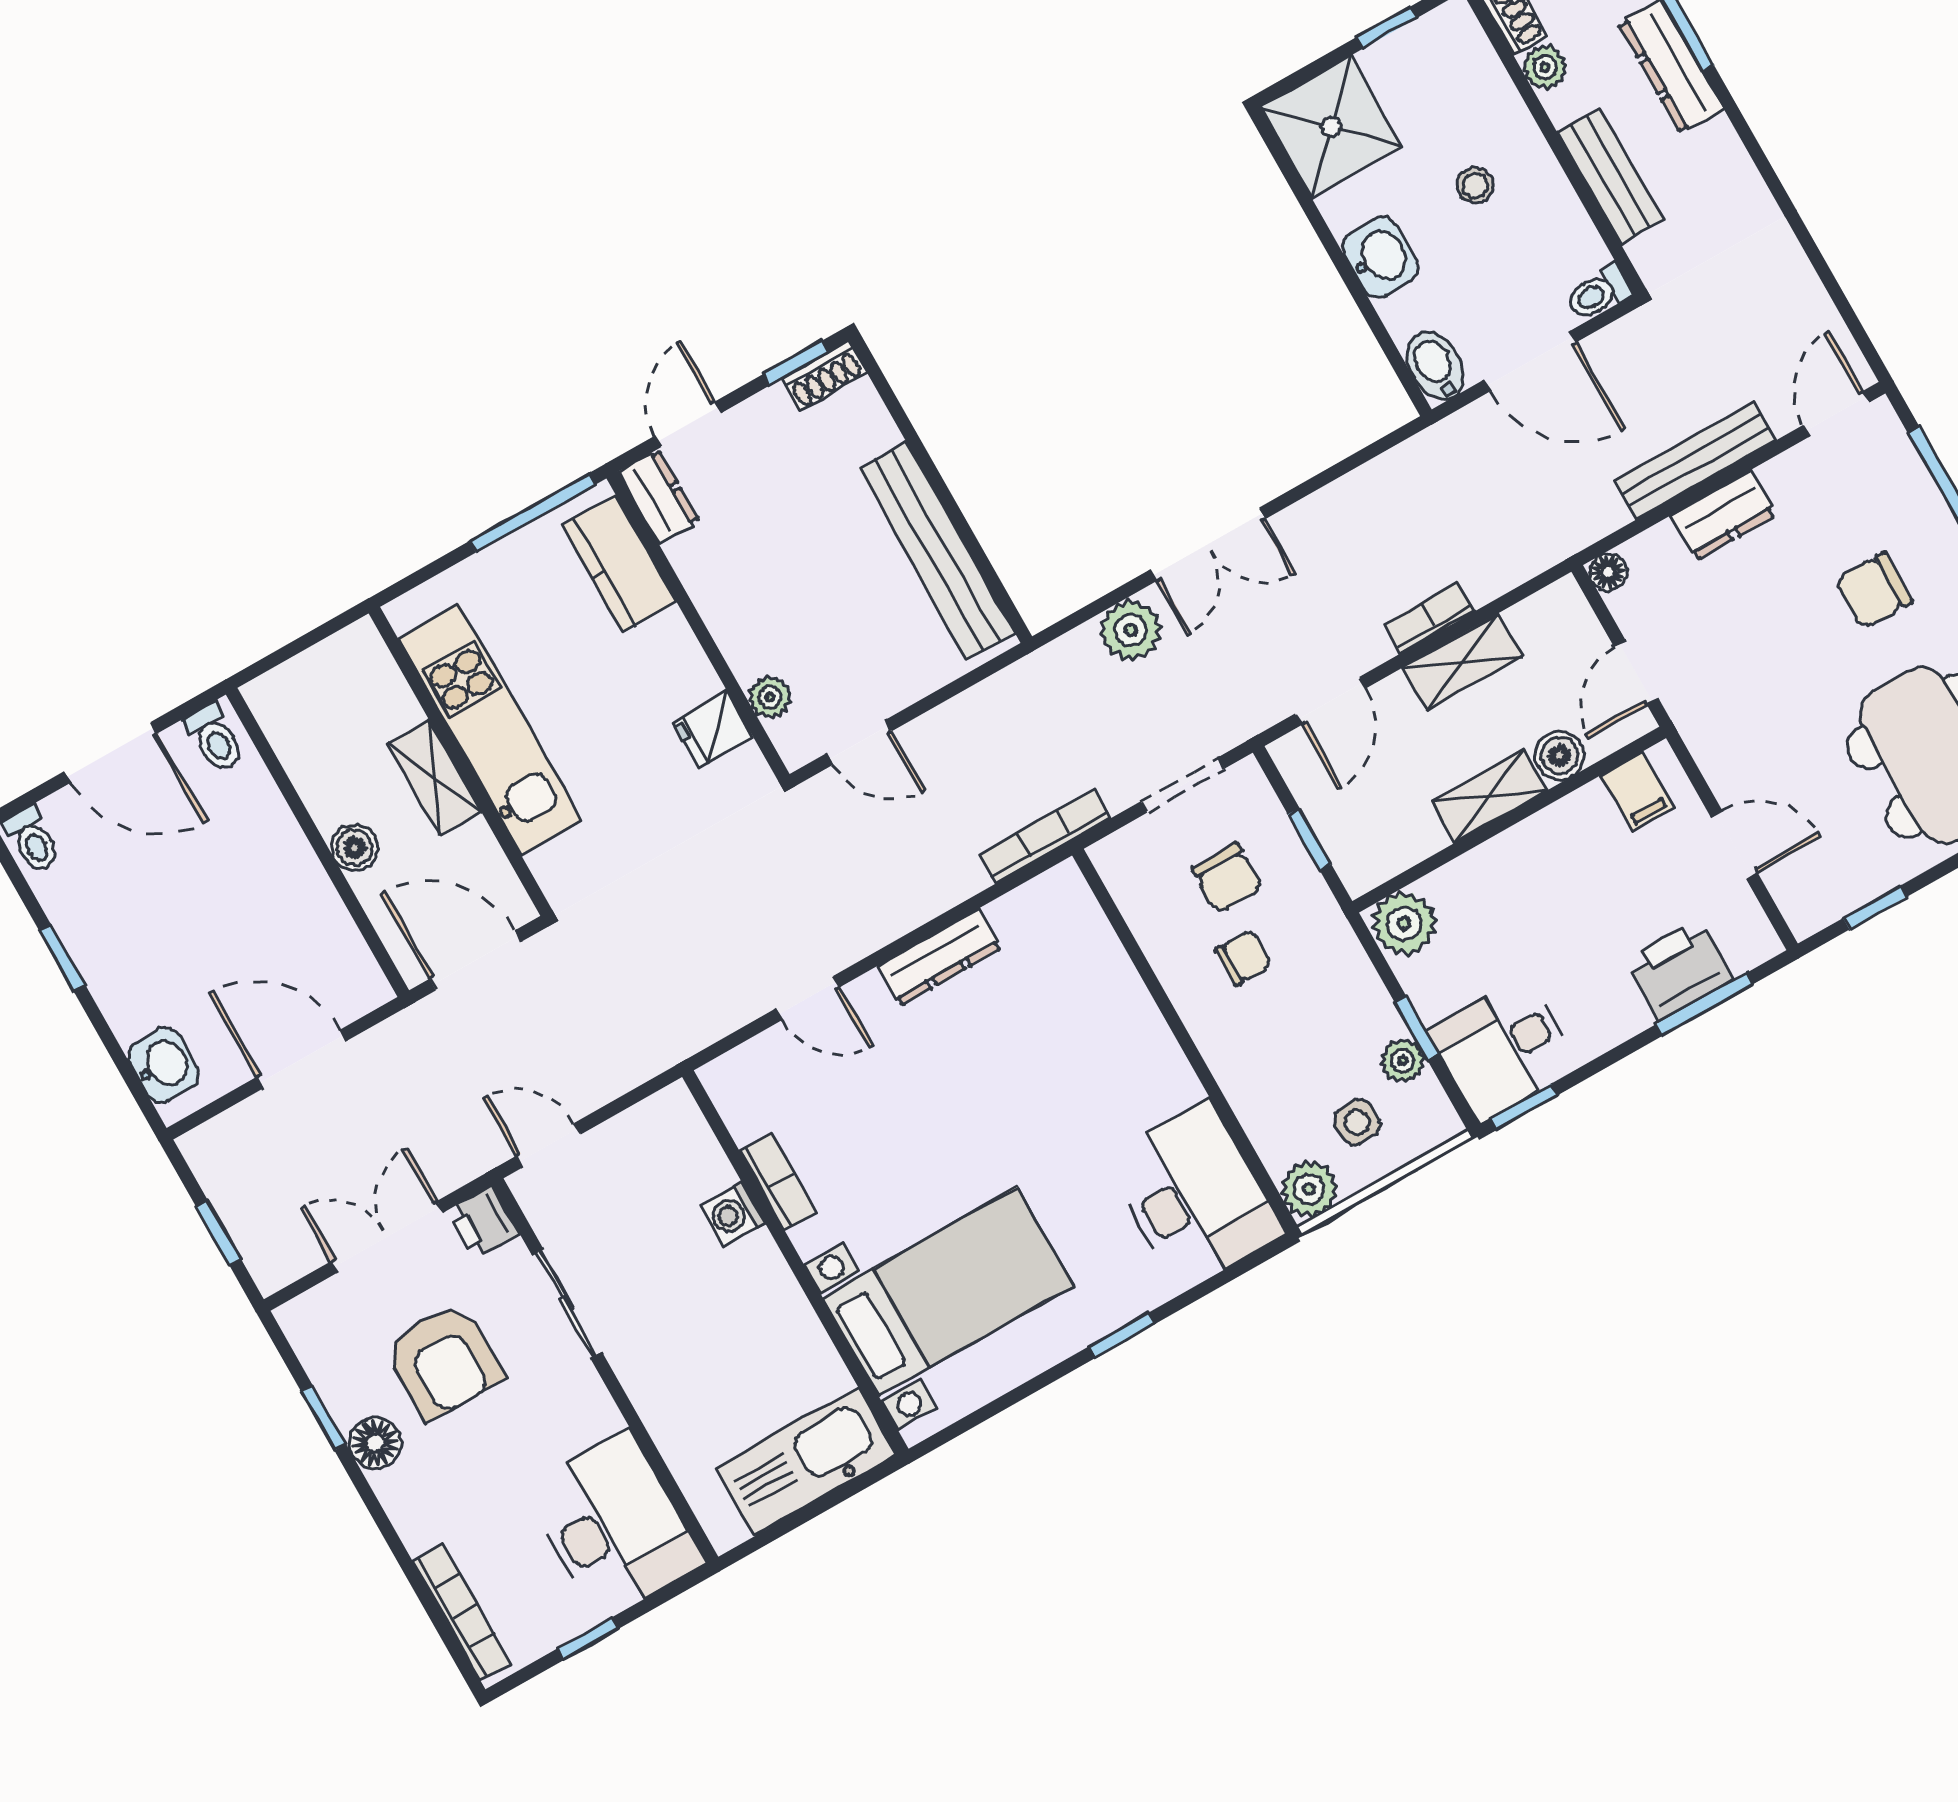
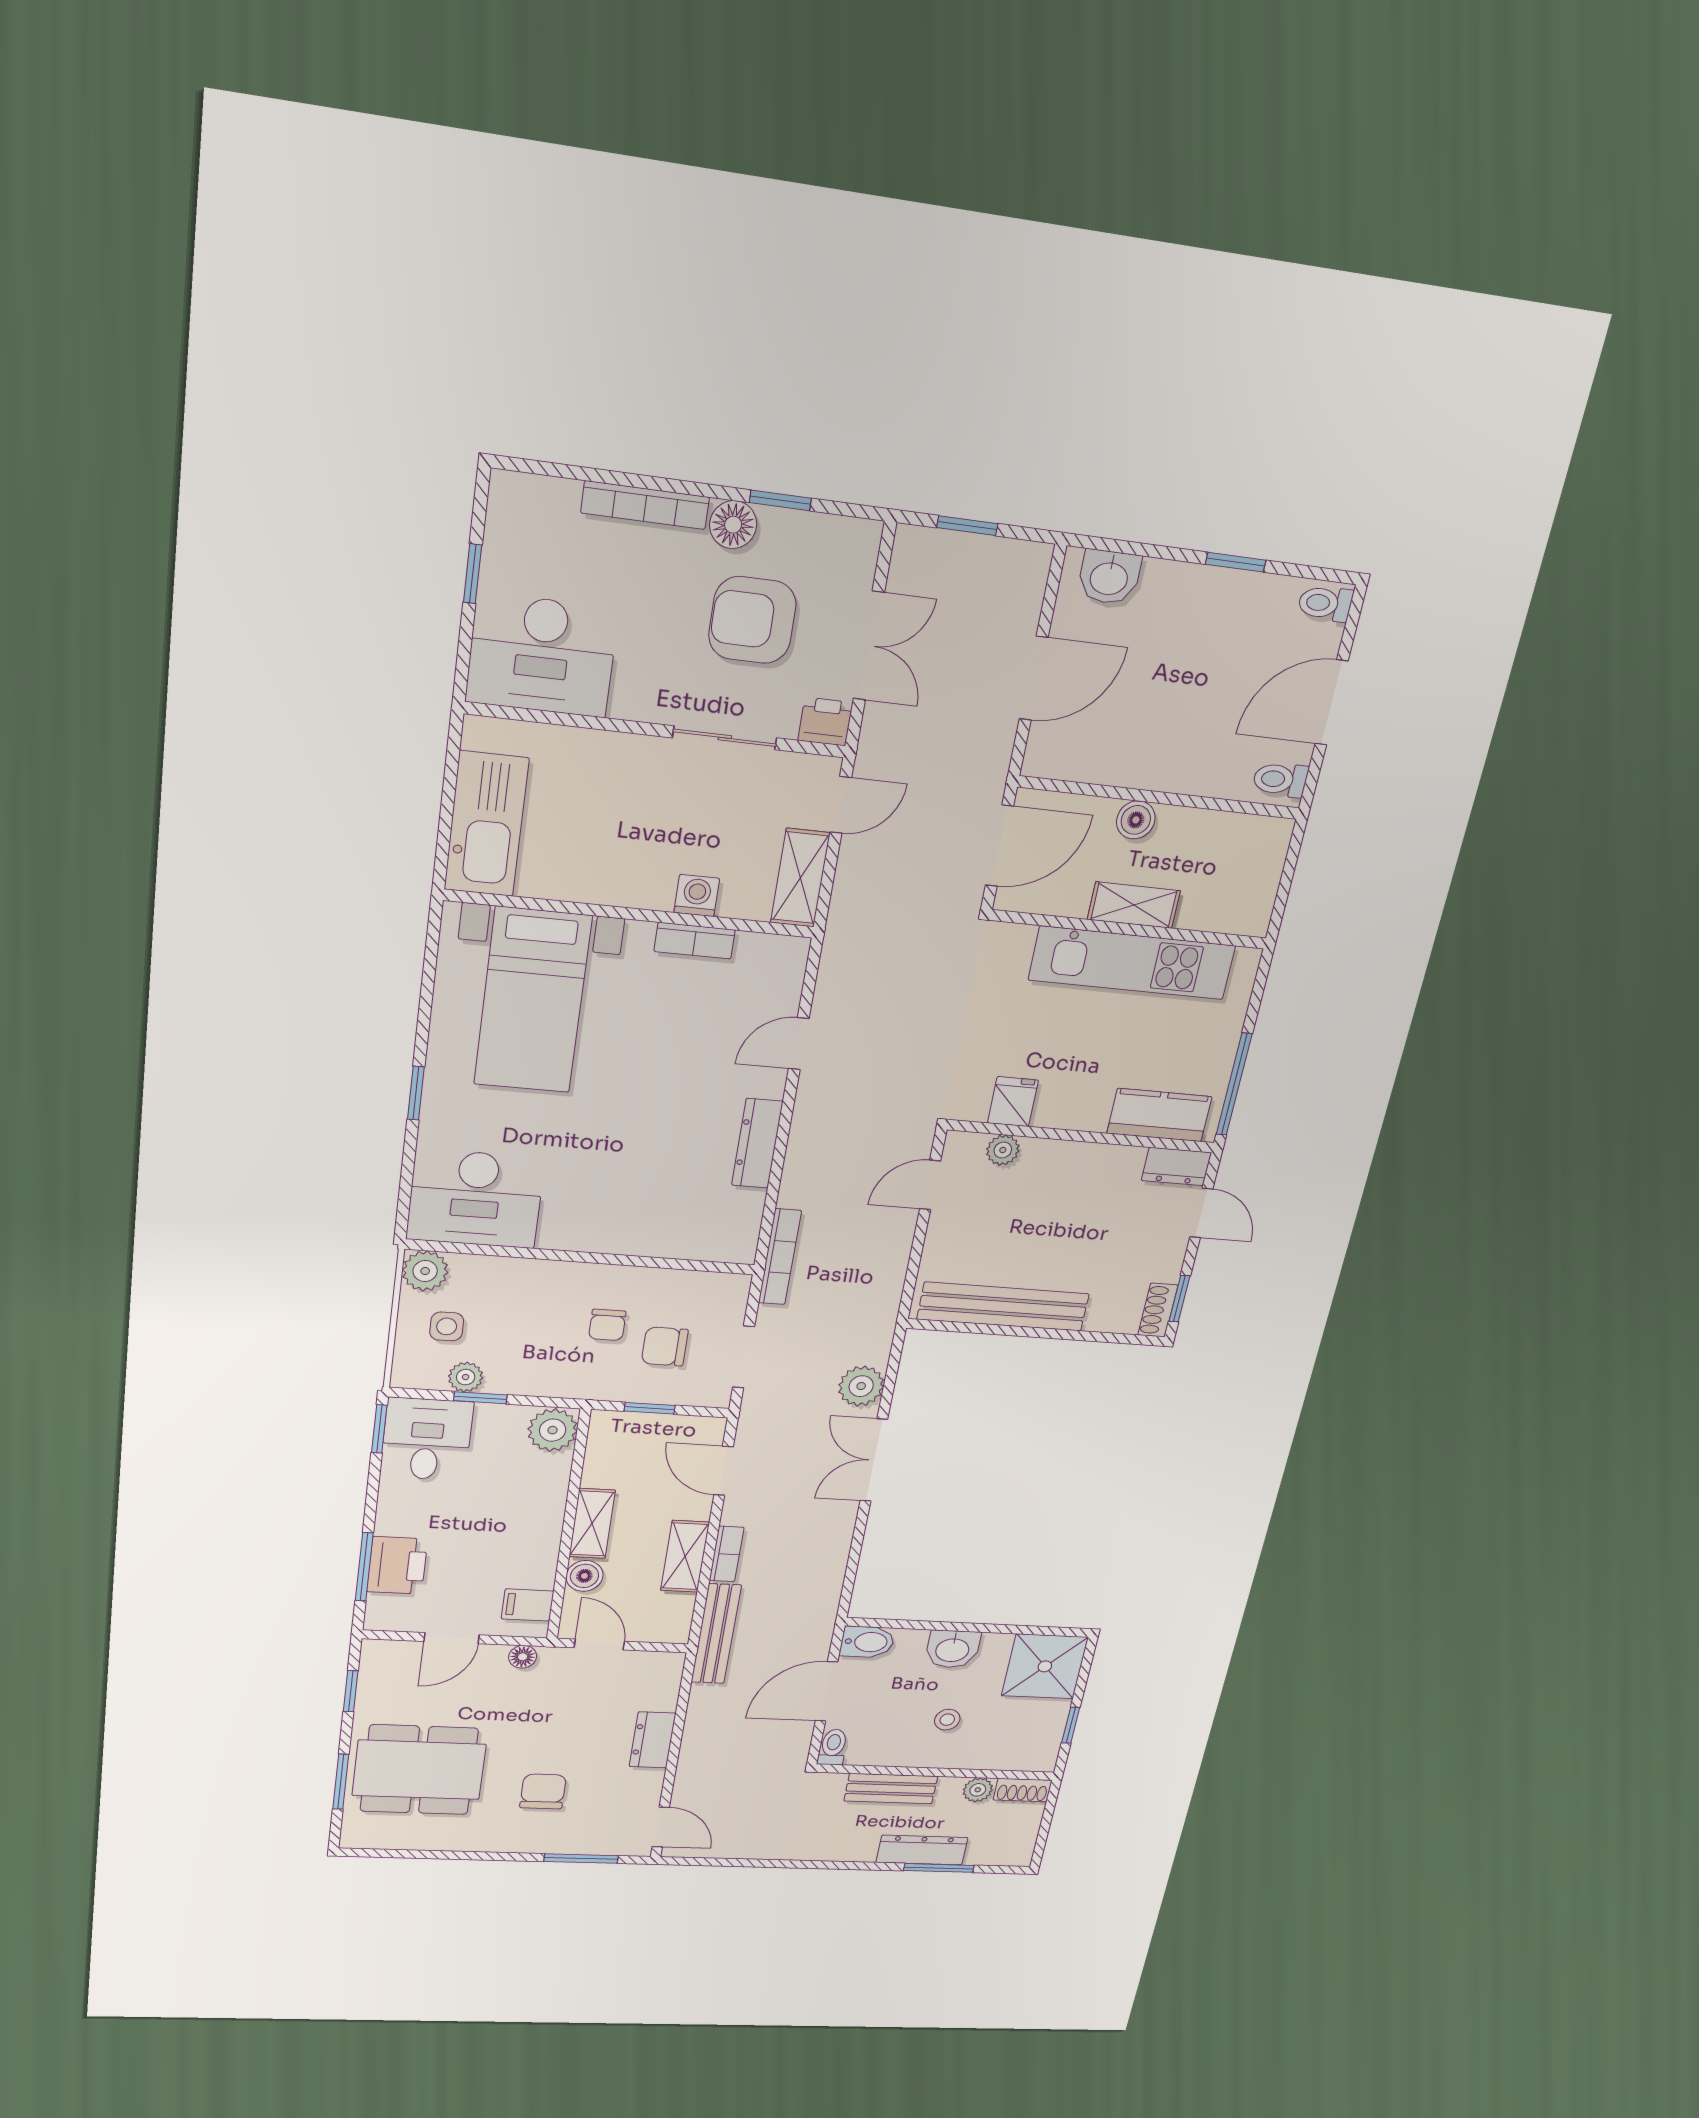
bench: (1695, 460) -> (716, 1634), moved
floor lamp: (1608, 572) -> (523, 1657), moved
shelving: (645, 1128) -> (800, 878), added
bookcase: (462, 1612) -> (645, 505), moved

